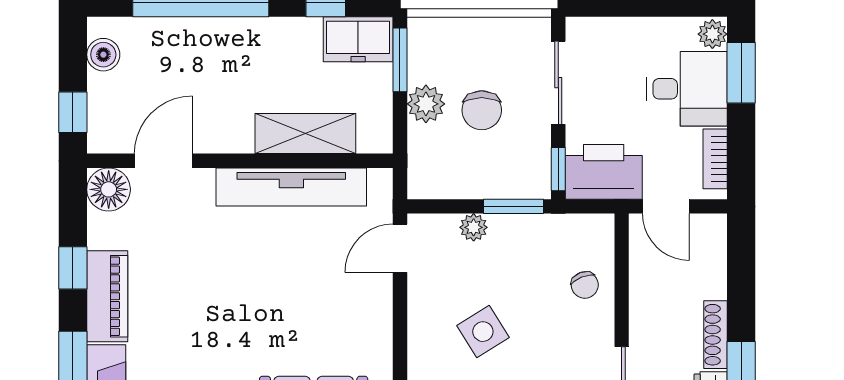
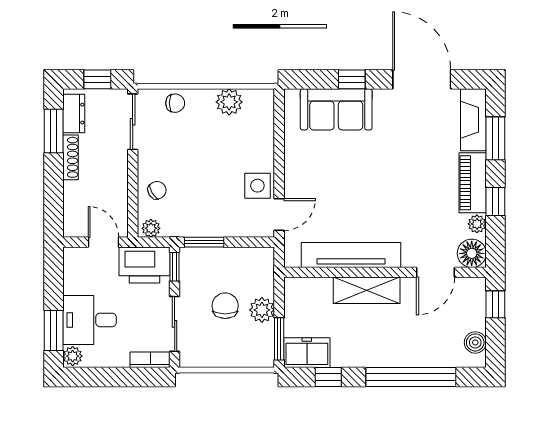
shelving: (305, 134) -> (367, 290), moved
bookcase: (715, 159) -> (150, 360), moved, turned -90
plant: (474, 227) -> (151, 228), moved
plant: (101, 234) -> (477, 224), added
chair: (585, 285) -> (157, 190), turned 80
side table: (483, 332) -> (257, 186), moved, turned 32

